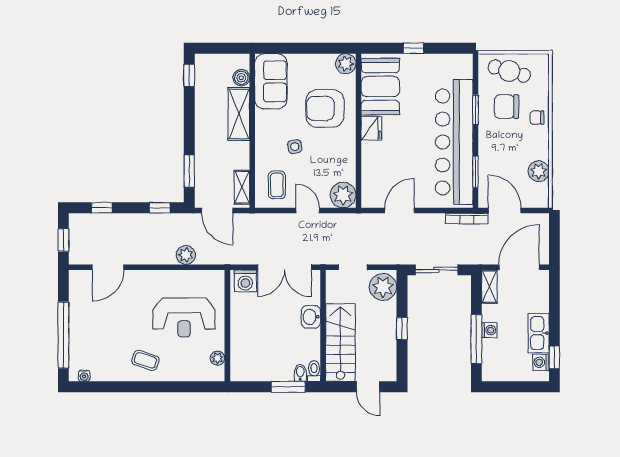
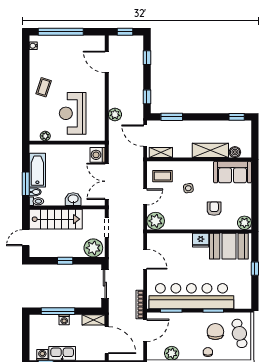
cafe table: (509, 71) -> (239, 333), turned -30
armchair: (325, 108) -> (214, 209), width x0.53, depth x0.53
door: (217, 210) -> (145, 136), hinge flipped
bathtub: (268, 370) -> (37, 170), added

